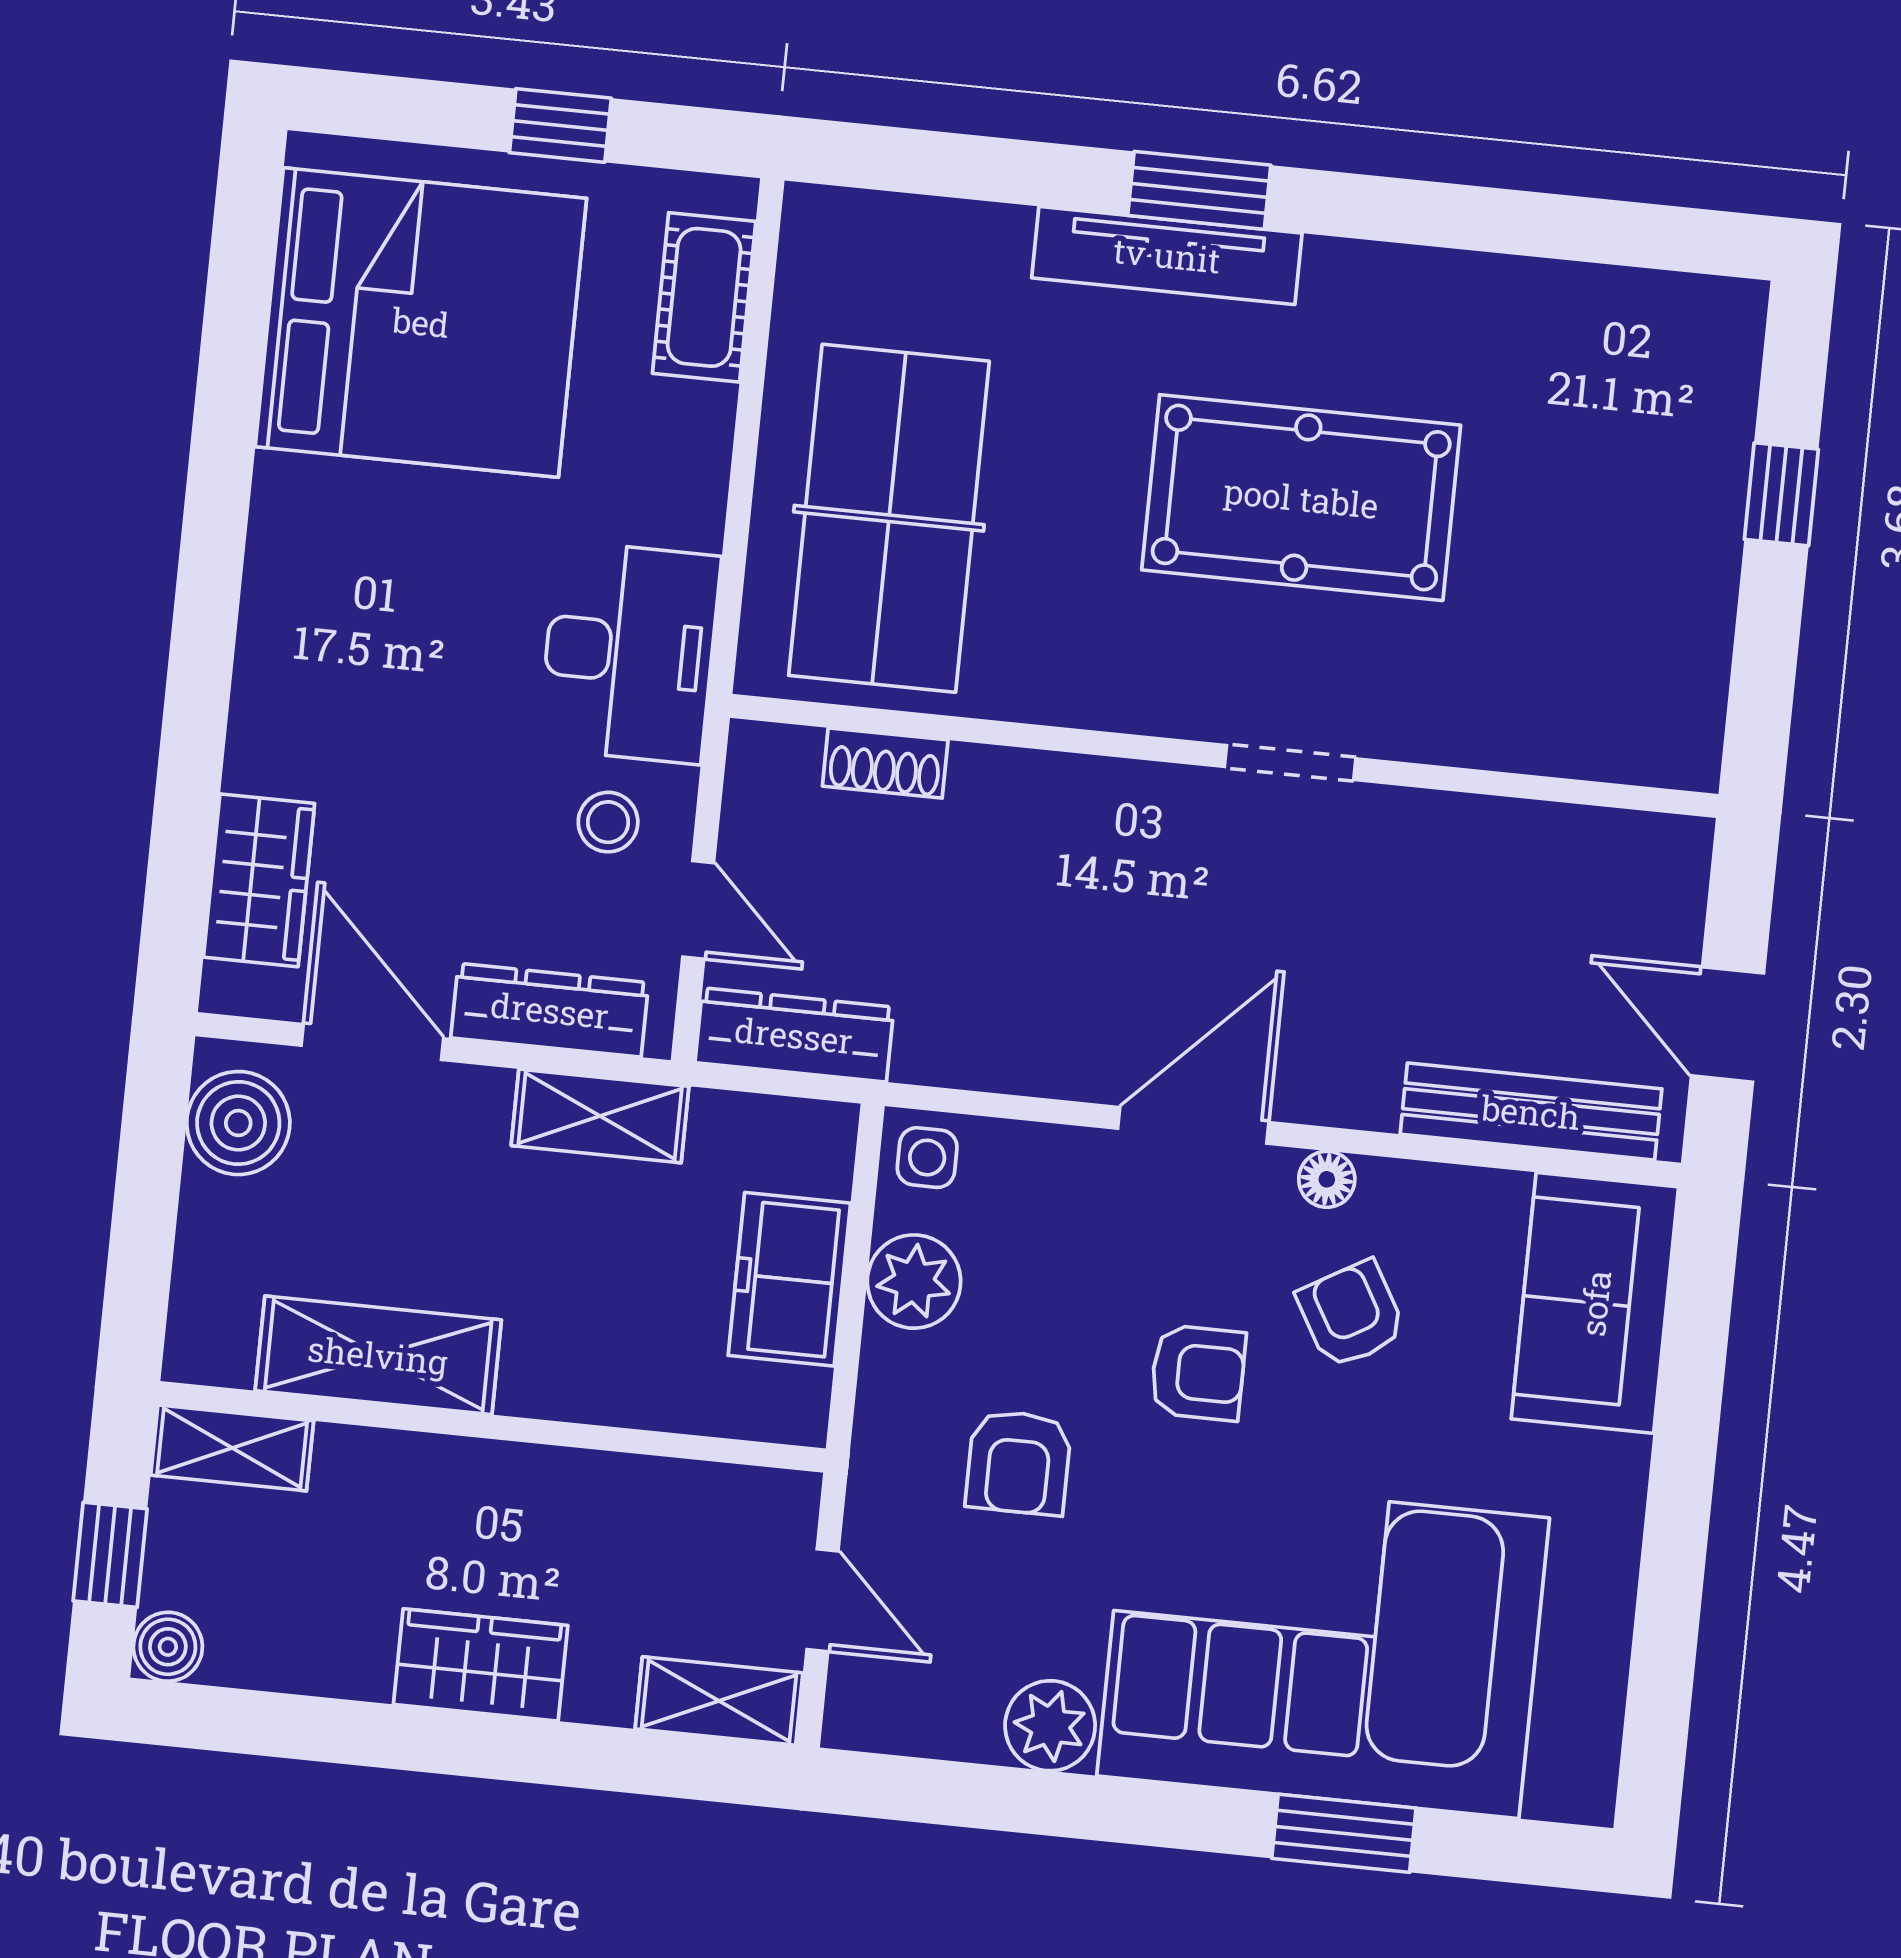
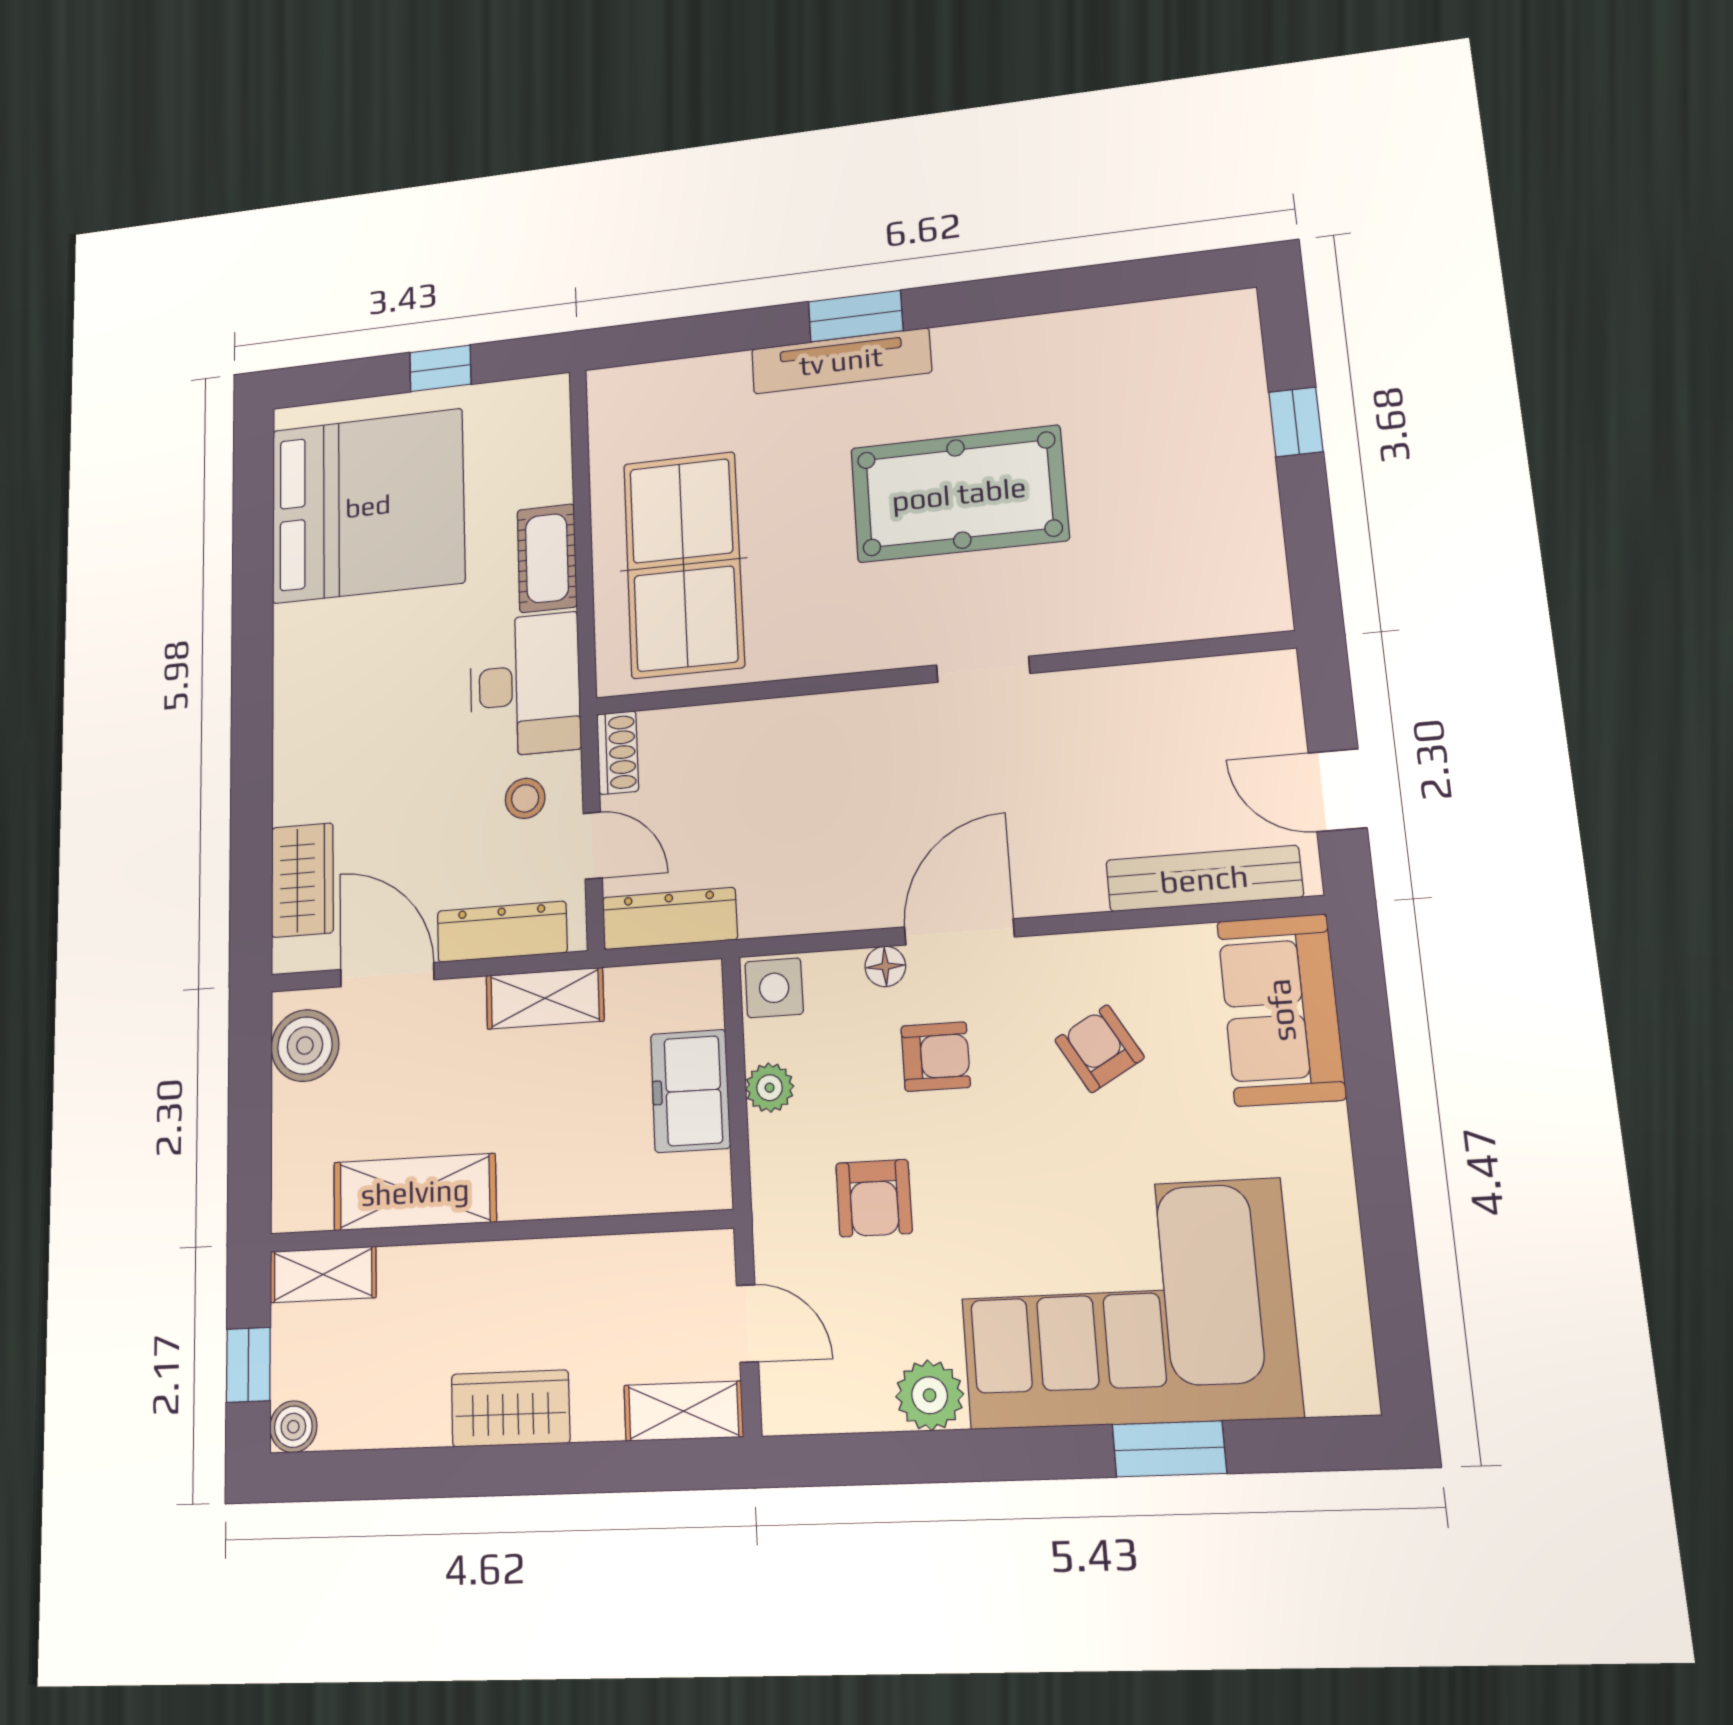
cot: (704, 297) -> (547, 558), moved
shoe rack: (885, 763) -> (618, 753), moved, turned -90
side table: (927, 1158) -> (774, 988), width x1.37, depth x1.37
floor lamp: (1327, 1179) -> (885, 966), moved
plant: (914, 1282) -> (770, 1088), width x0.73, depth x0.73
armchair: (1198, 1373) -> (936, 1057), moved

